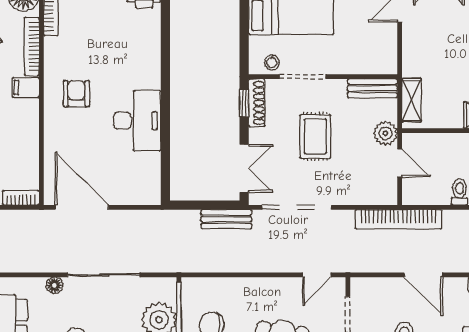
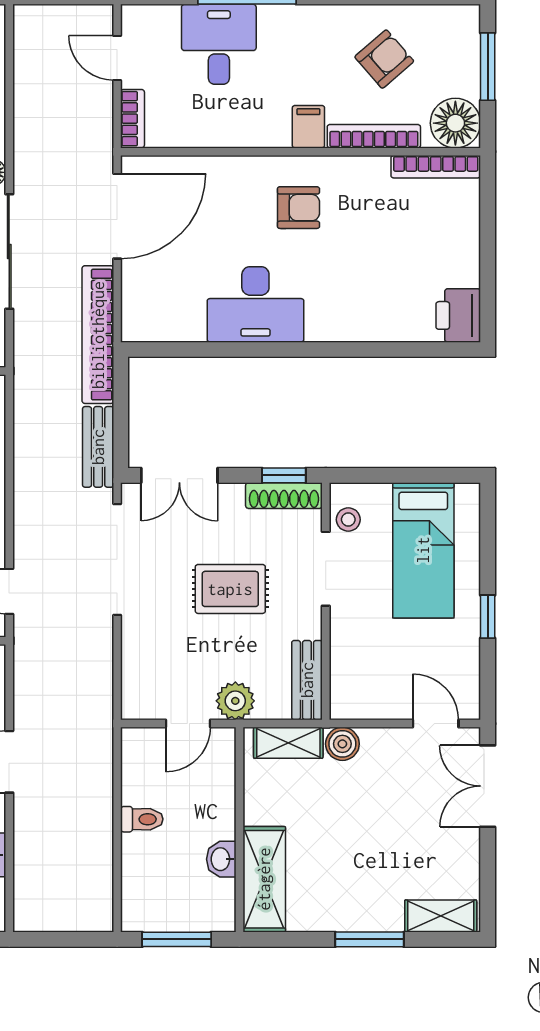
boiler: (412, 66) -> (342, 744), added
bookcase: (398, 219) -> (98, 335), moved

